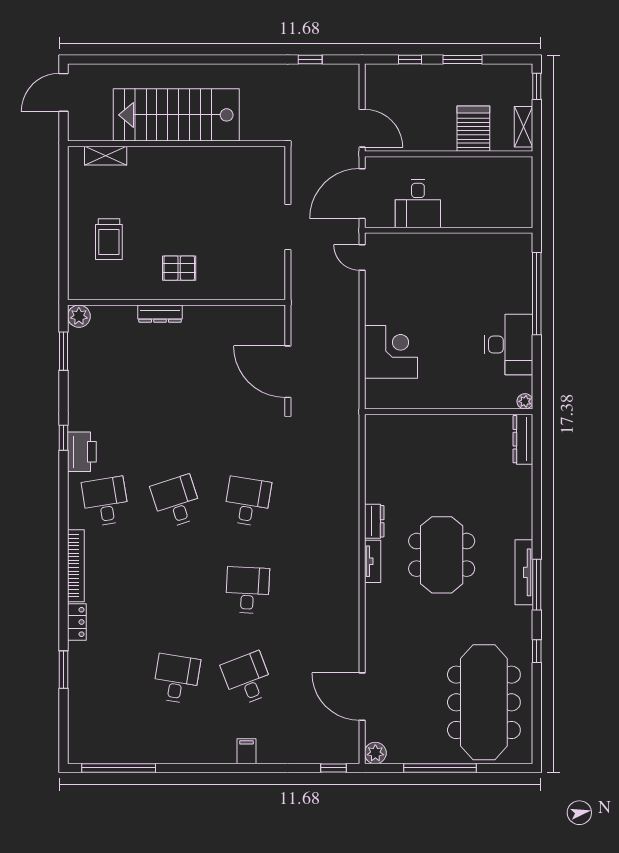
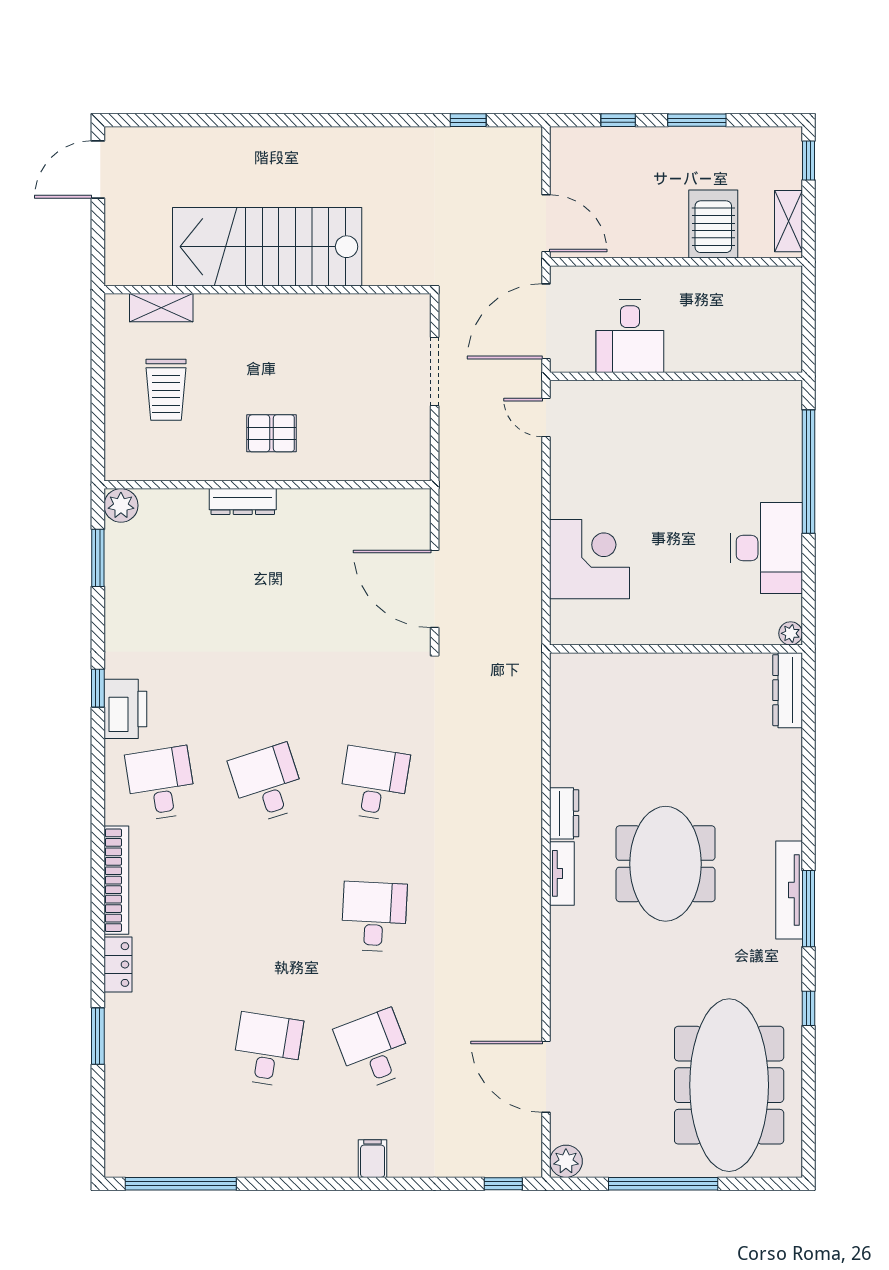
stairs: (176, 115) -> (267, 247), moved
wall: (176, 144) -> (267, 290), moved
shelving: (106, 156) -> (161, 308), moved

